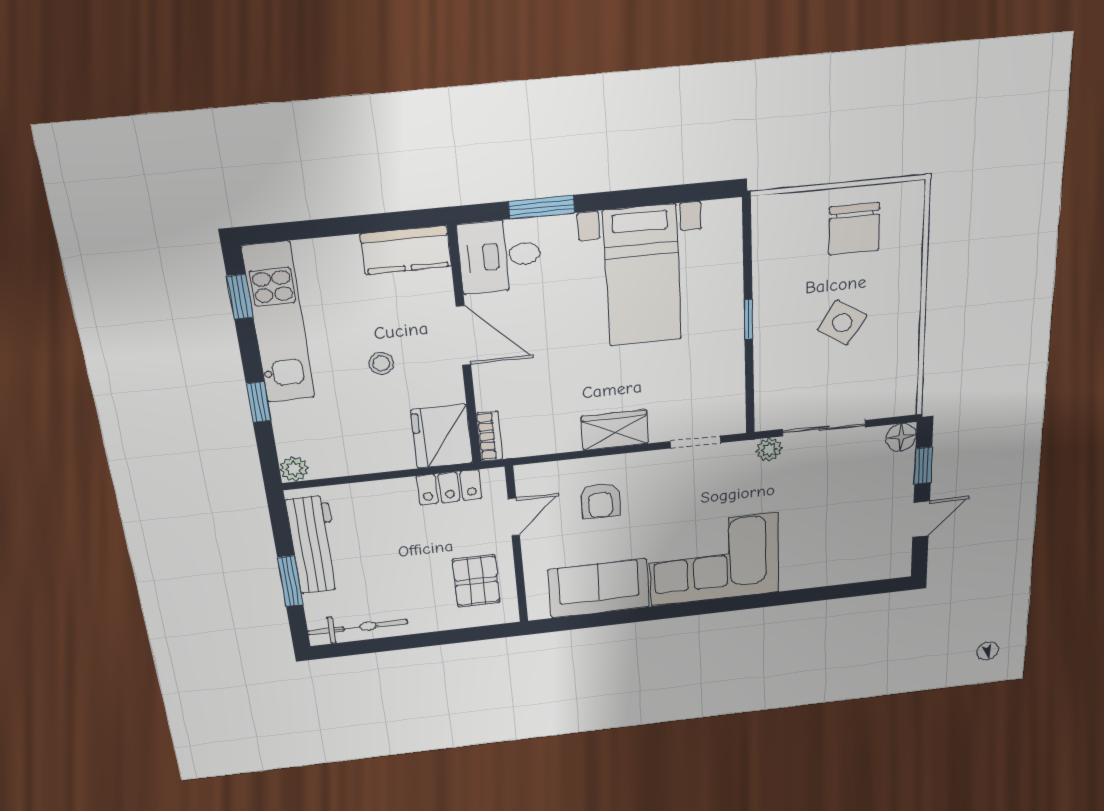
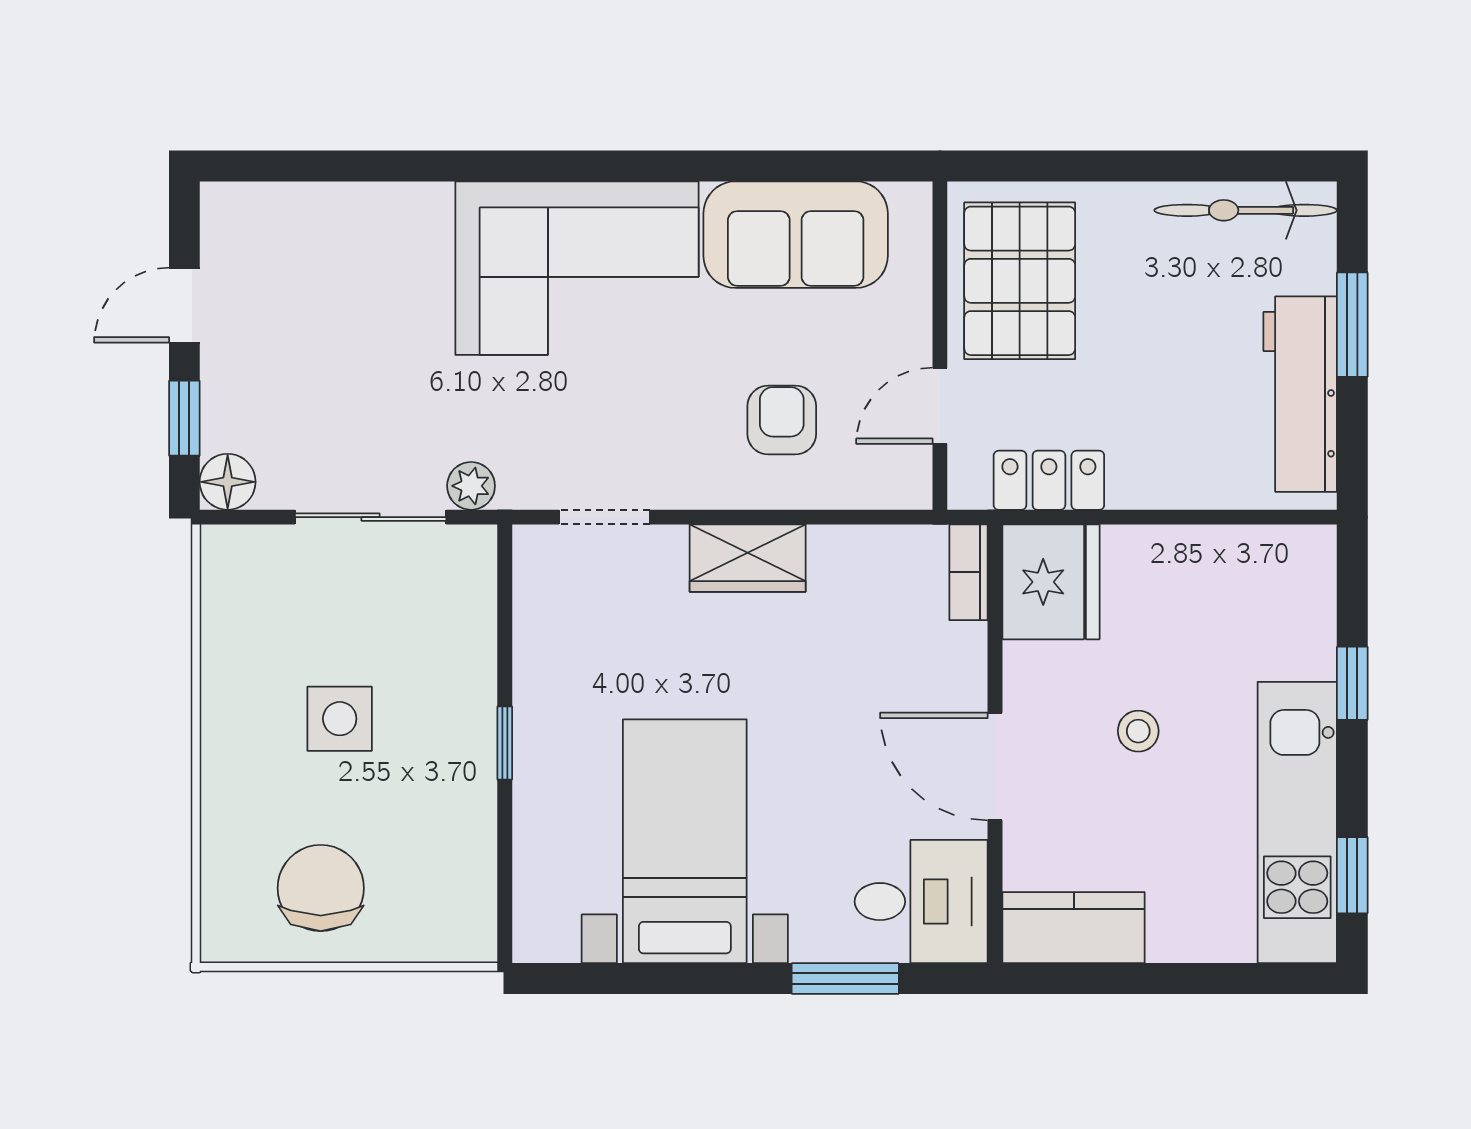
side table: (842, 323) -> (340, 719), turned -34
plant: (294, 469) -> (1312, 549), removed
pallet: (476, 581) -> (1020, 281), width x1.50, depth x1.42

